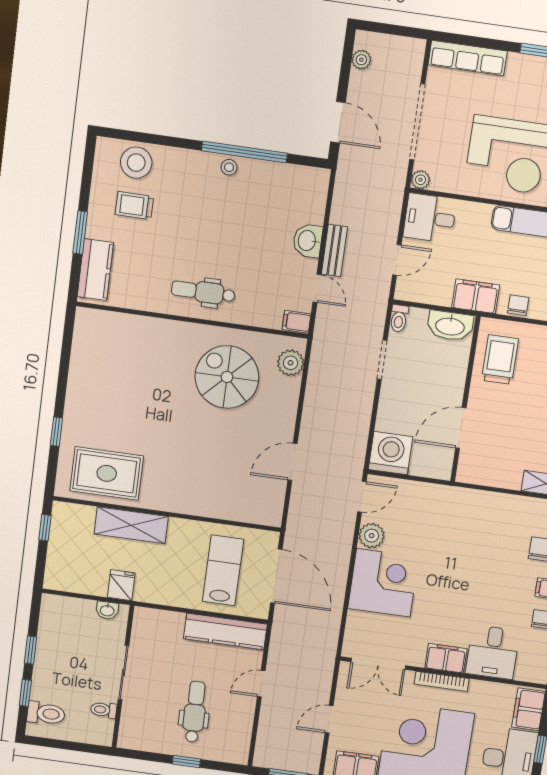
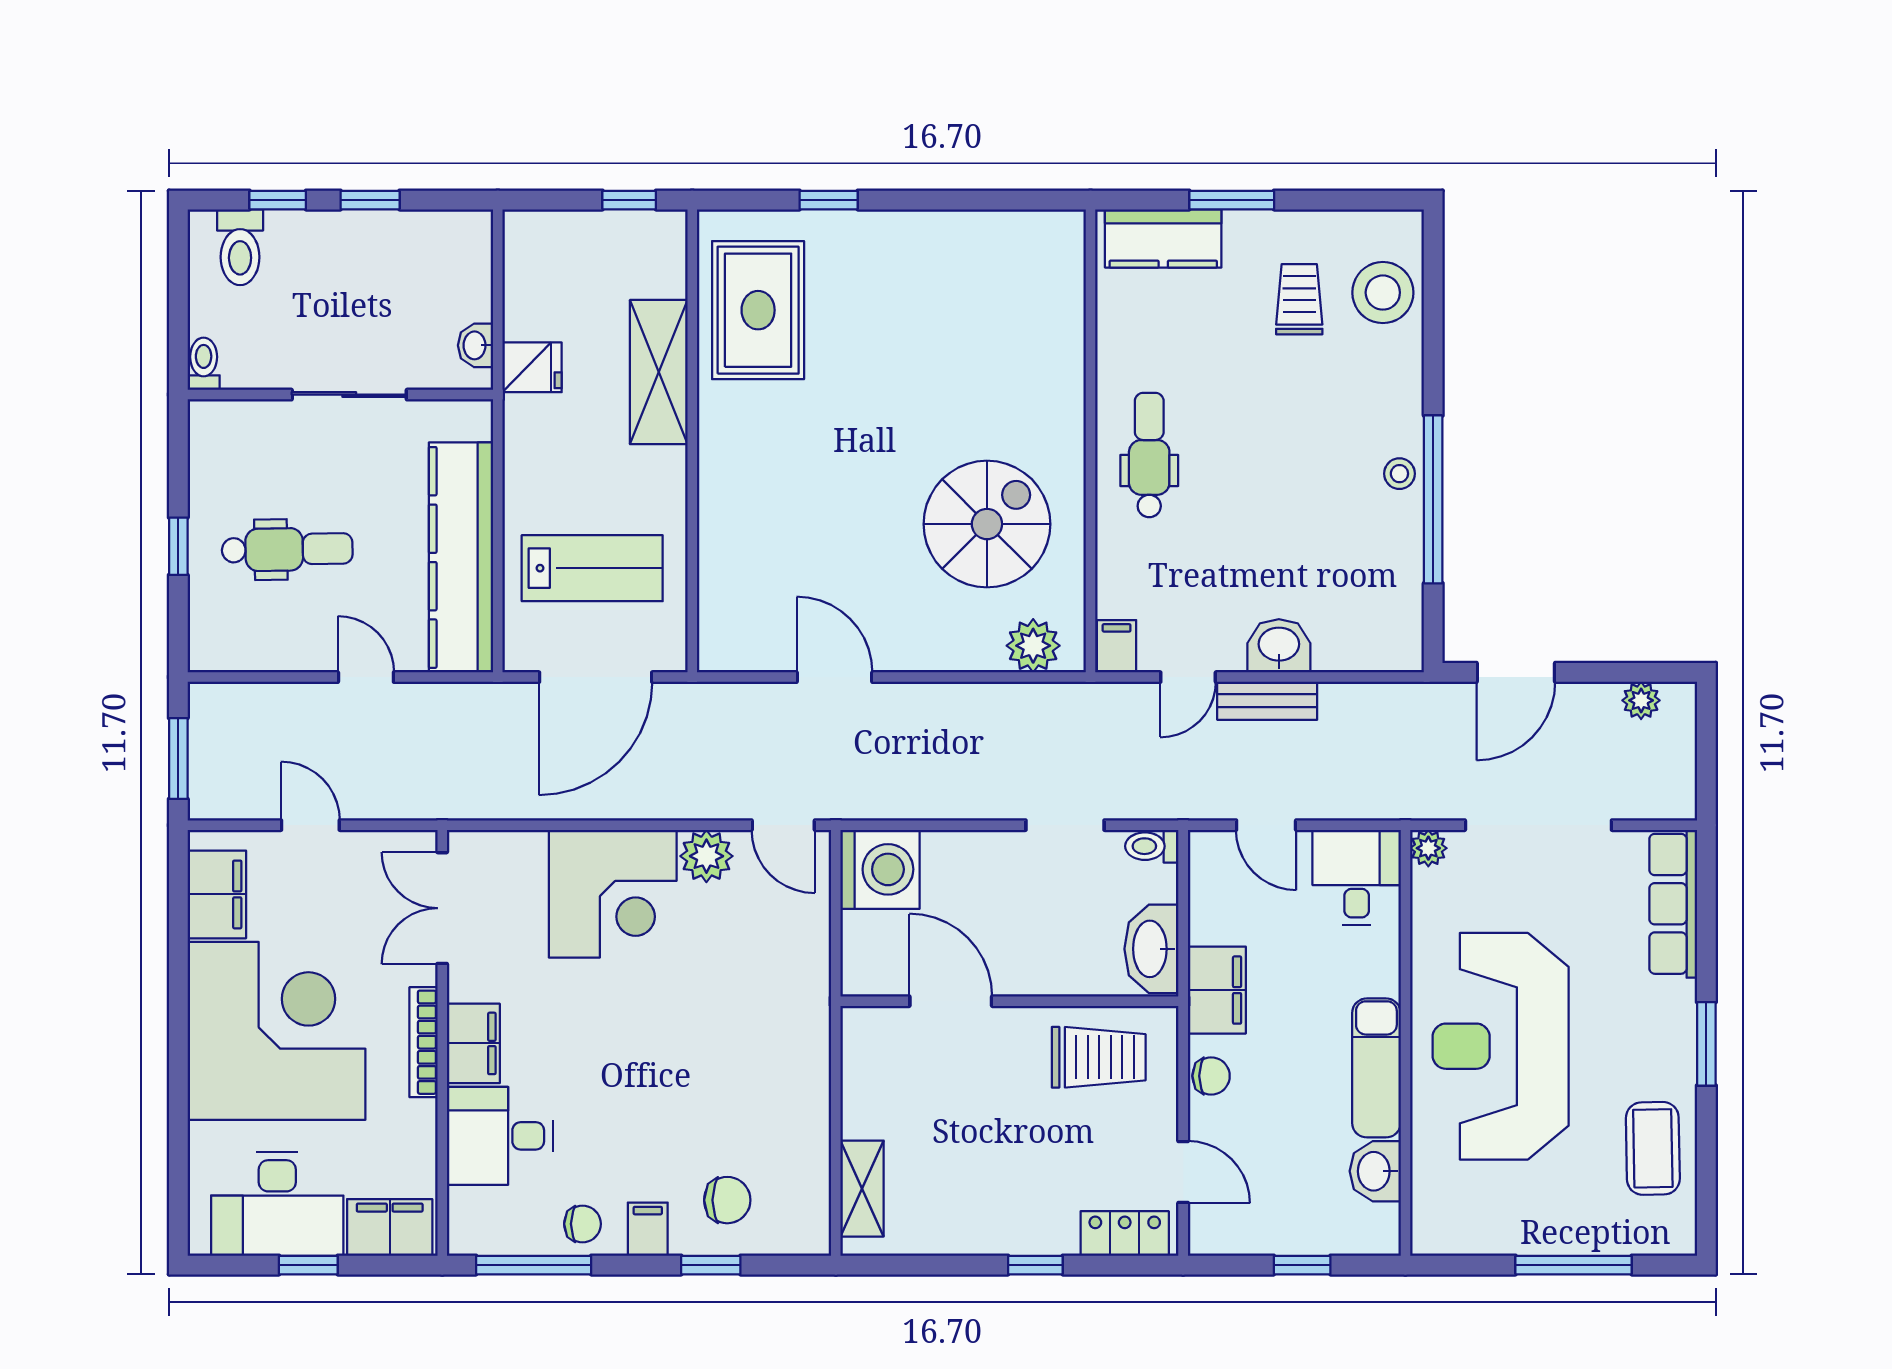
kitchen counter: (225, 631) -> (461, 557), width x1.39, depth x1.17
toilet: (104, 710) -> (204, 364), moved

